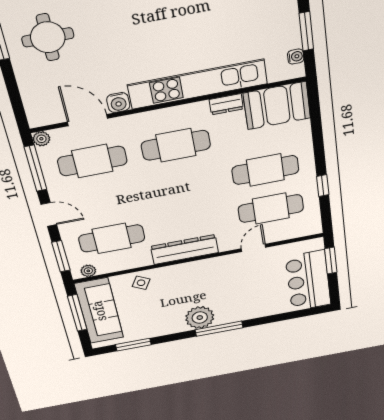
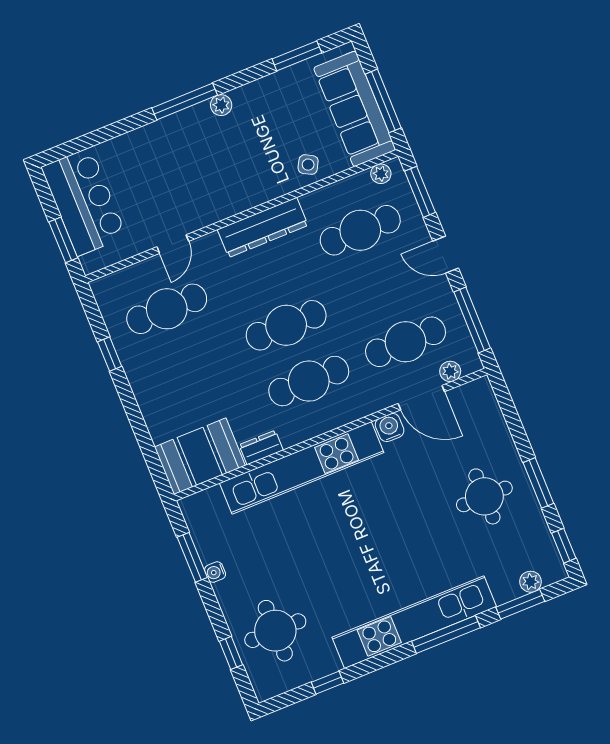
water cooler: (296, 57) -> (215, 572), moved
plant: (41, 139) -> (450, 371), moved
cafe table: (265, 170) -> (286, 325), moved
plant: (200, 318) -> (221, 105), width x0.53, depth x0.53

